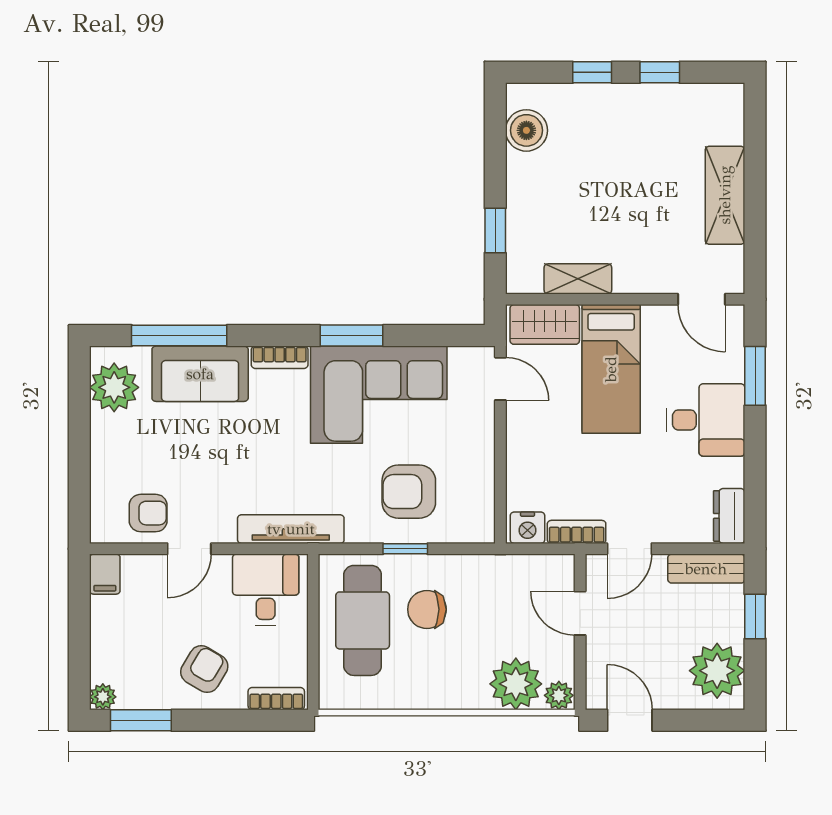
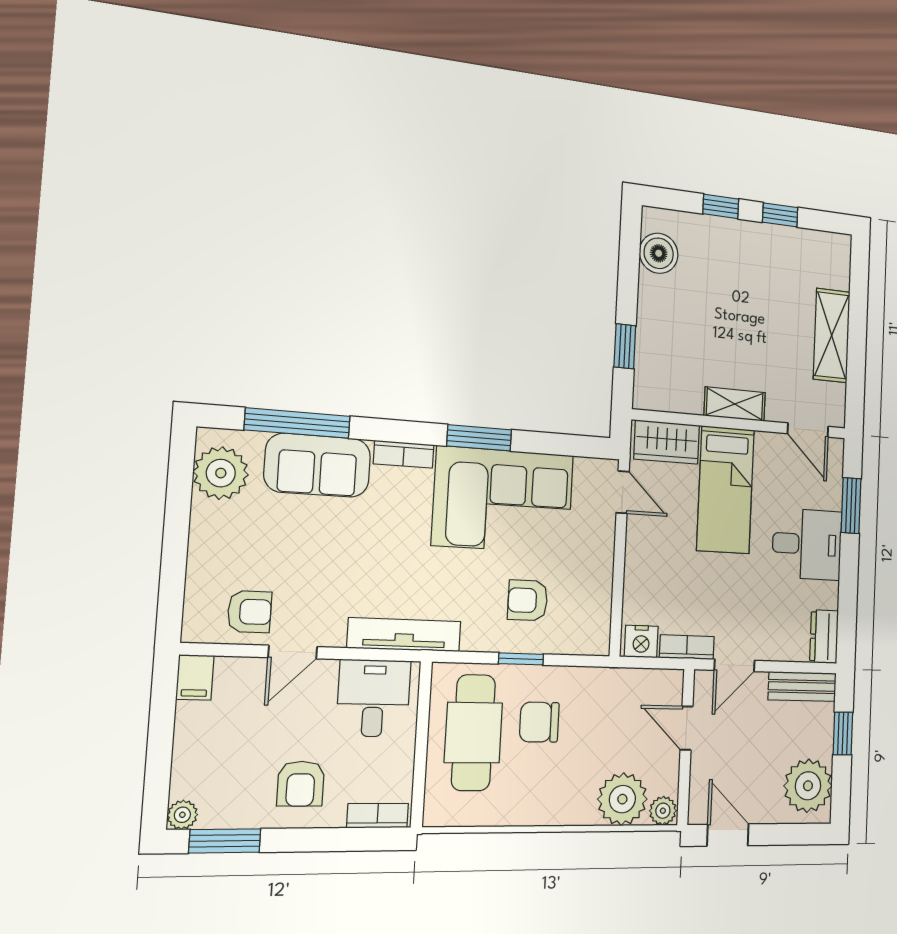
shelving: (578, 279) -> (735, 404), moved
armchair: (409, 492) -> (528, 600), width x0.72, depth x0.72
armchair: (204, 669) -> (301, 784), turned 149

